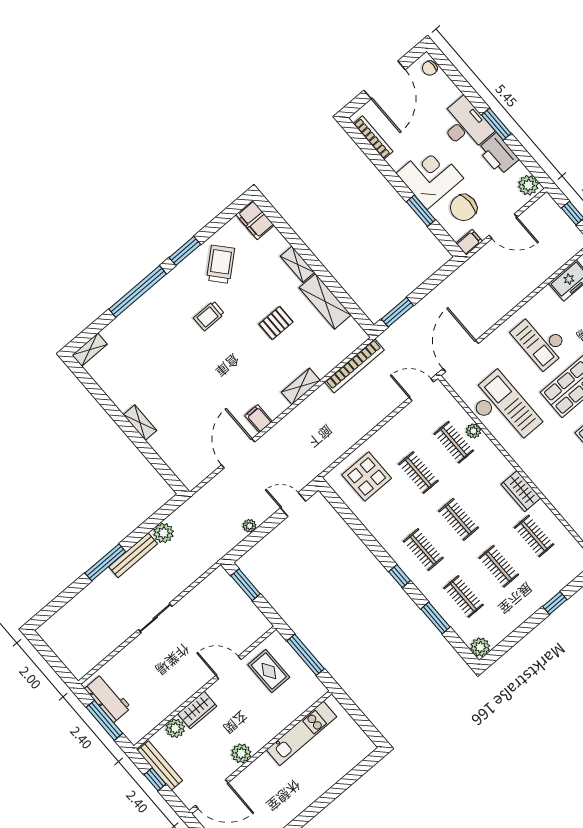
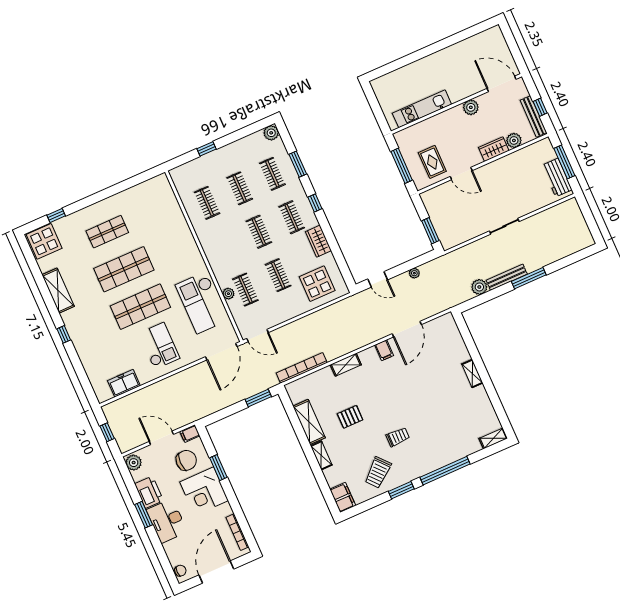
wardrobe: (521, 491) -> (318, 241), moved, turned 180

